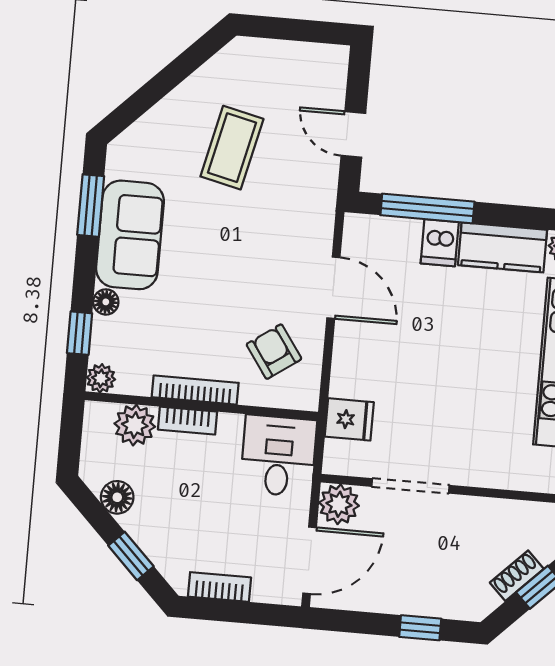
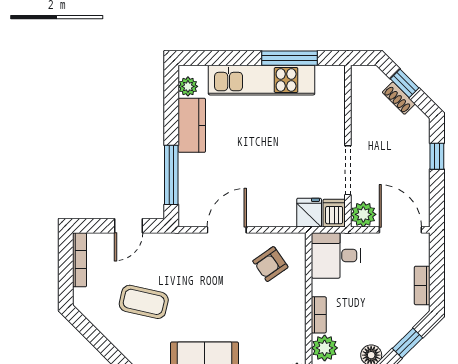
dishwasher: (440, 243) -> (334, 213), moved, turned -90
bookcase: (195, 390) -> (80, 260), moved, turned 180

